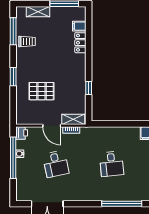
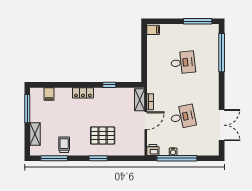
locker: (80, 43) -> (83, 93), moved
pallet: (41, 91) -> (103, 136), moved, turned 90

